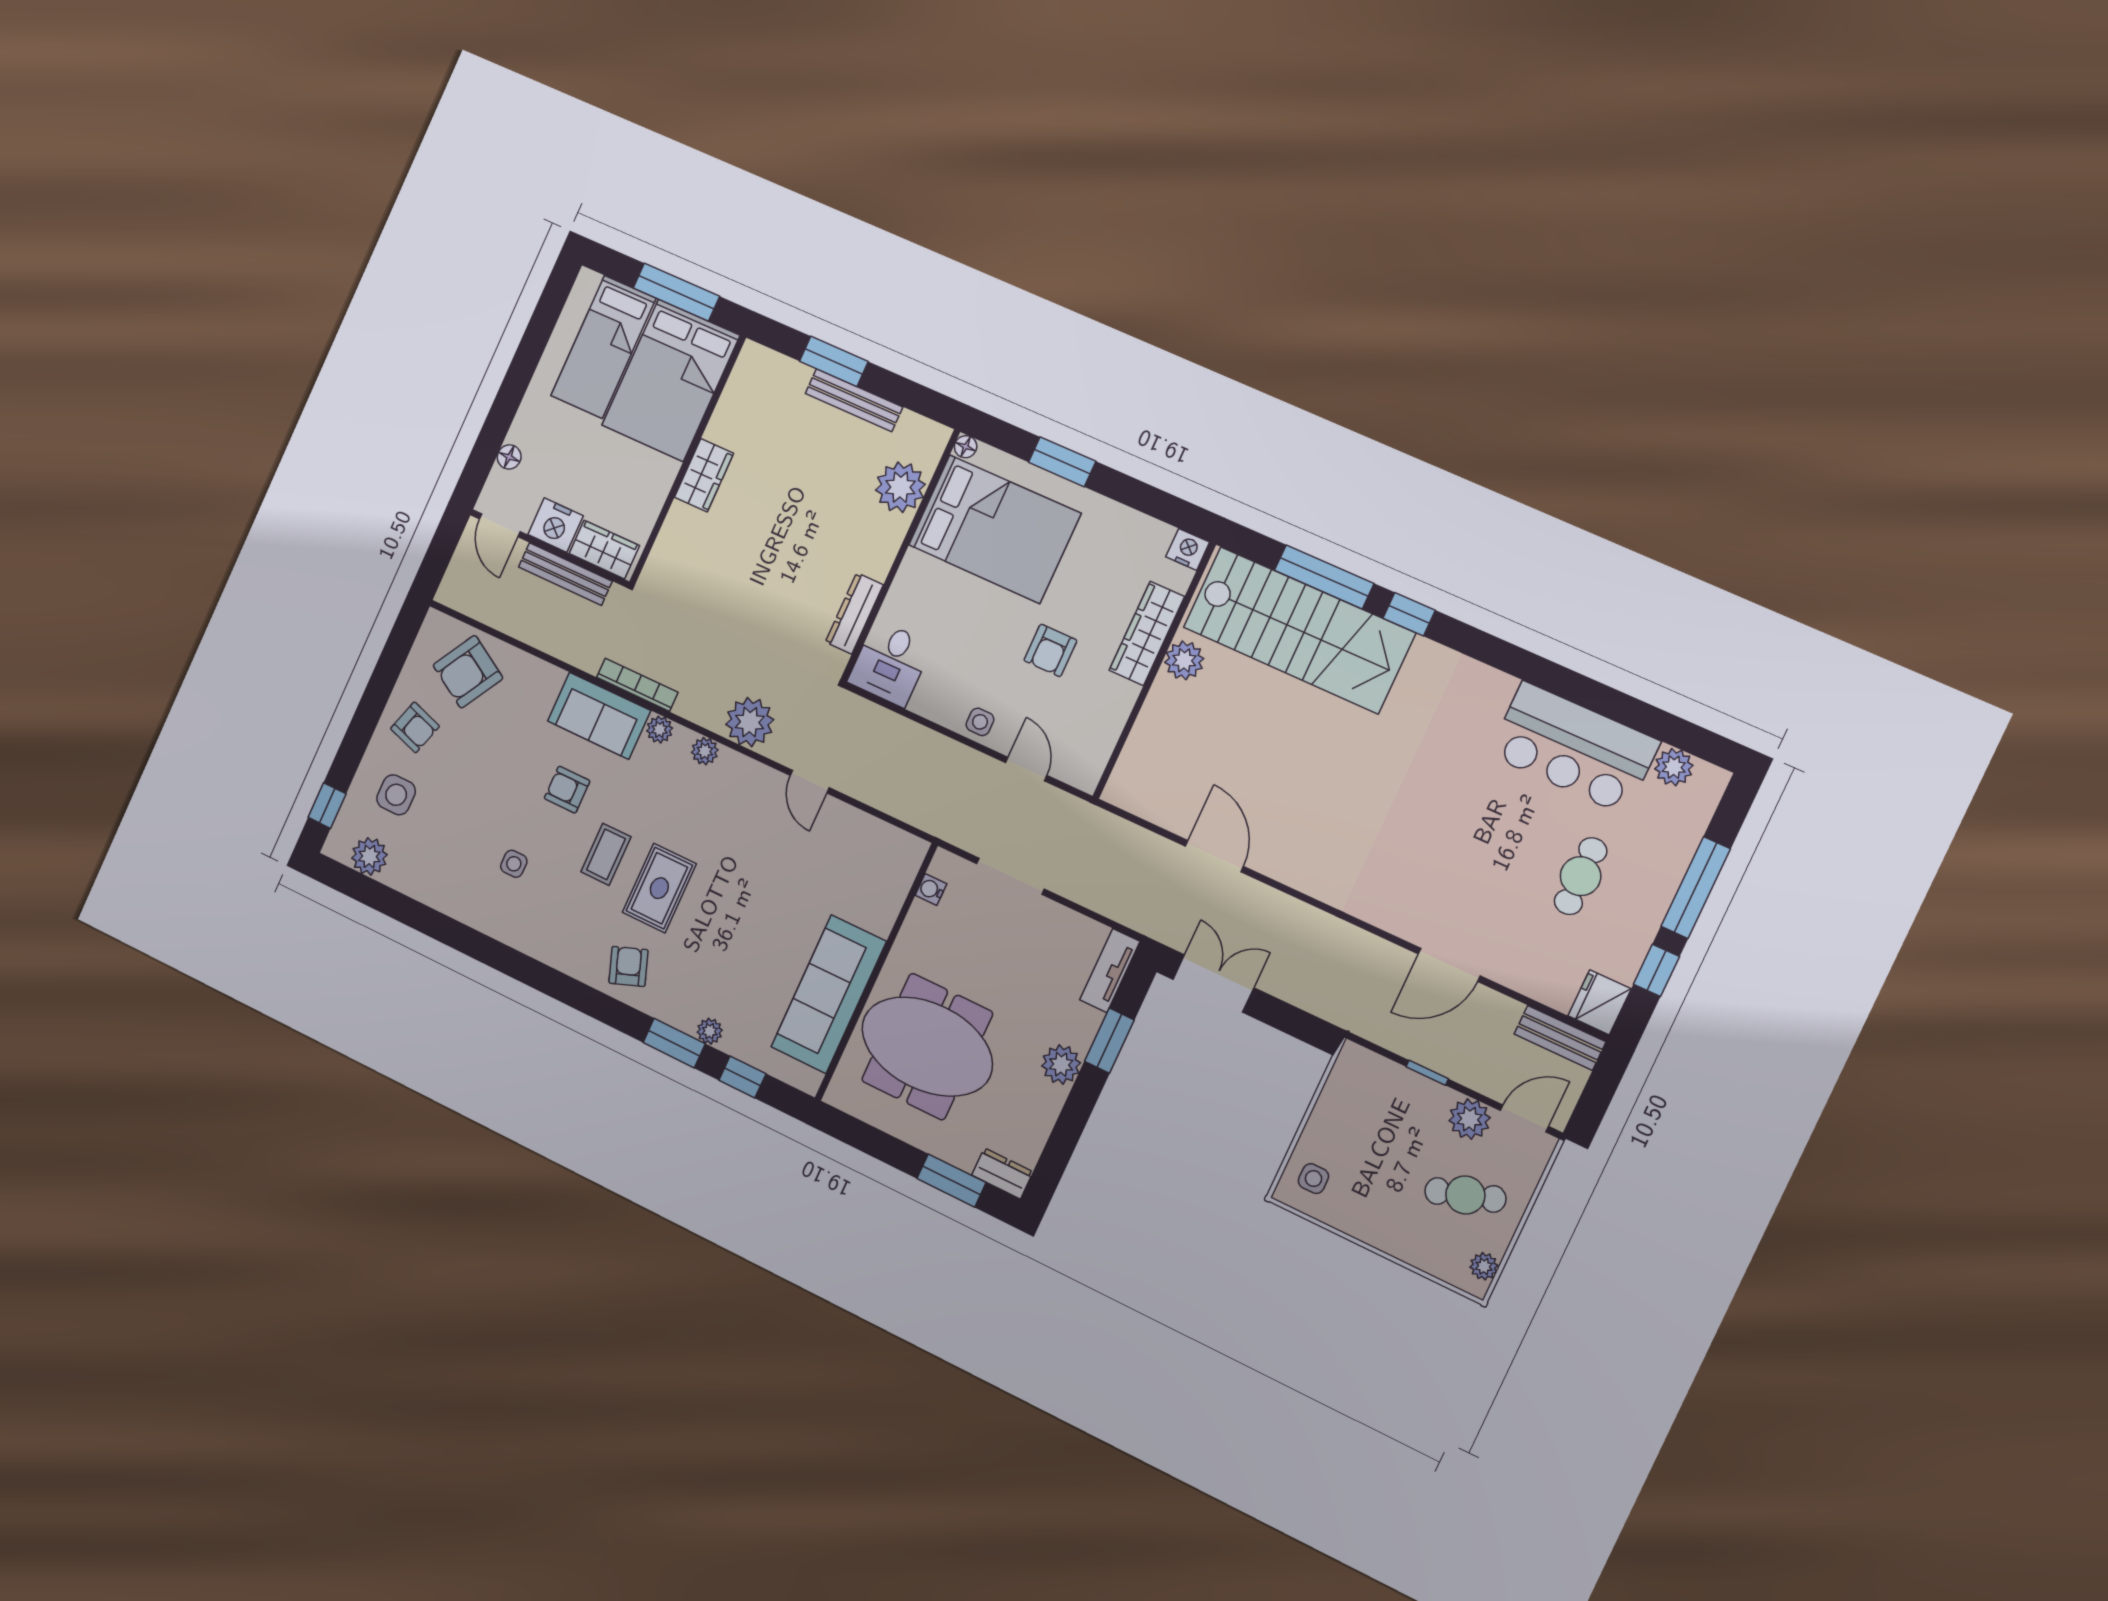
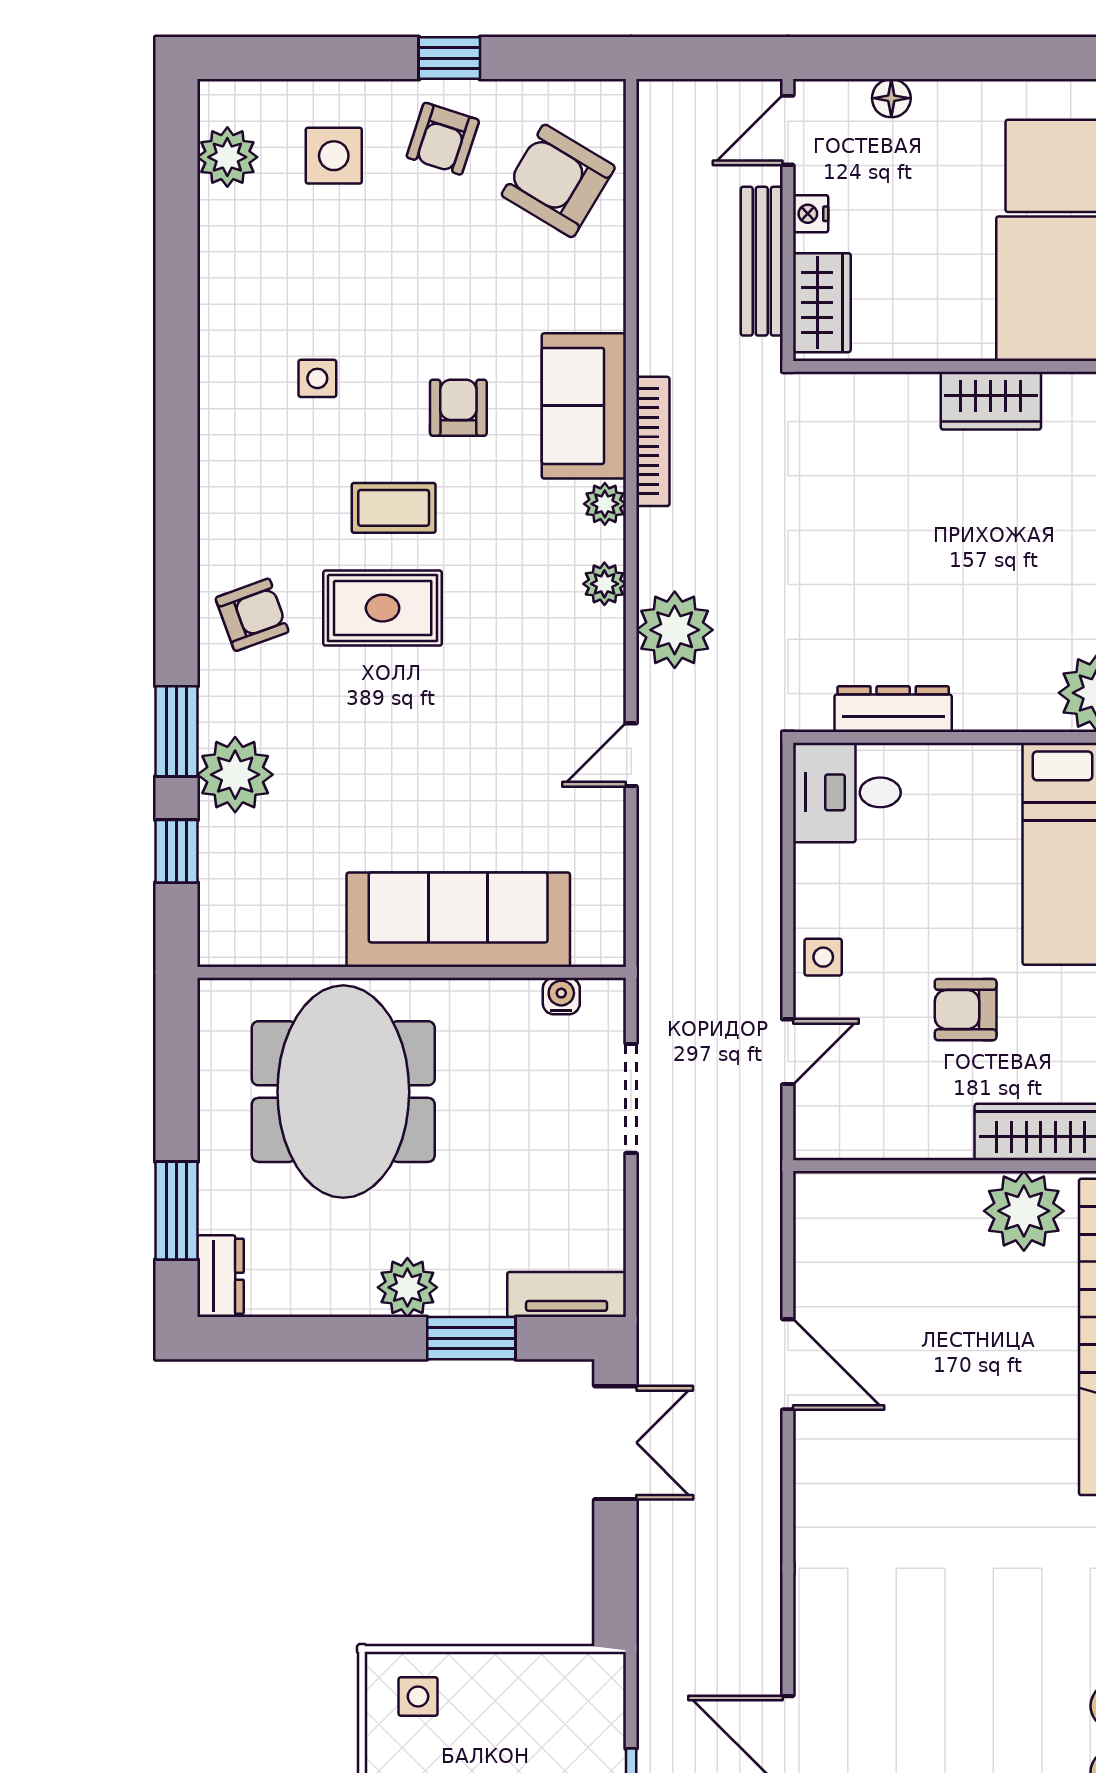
nightstand: (555, 525) -> (811, 214), width x0.53, depth x0.56
plant: (1184, 660) -> (1024, 1211), width x1.36, depth x1.36
window: (327, 806) -> (449, 58), moved
door: (1214, 856) -> (788, 1364), hinge flipped
sofa: (829, 994) -> (458, 920), moved
plant: (710, 1031) -> (235, 775), width x1.87, depth x1.87

